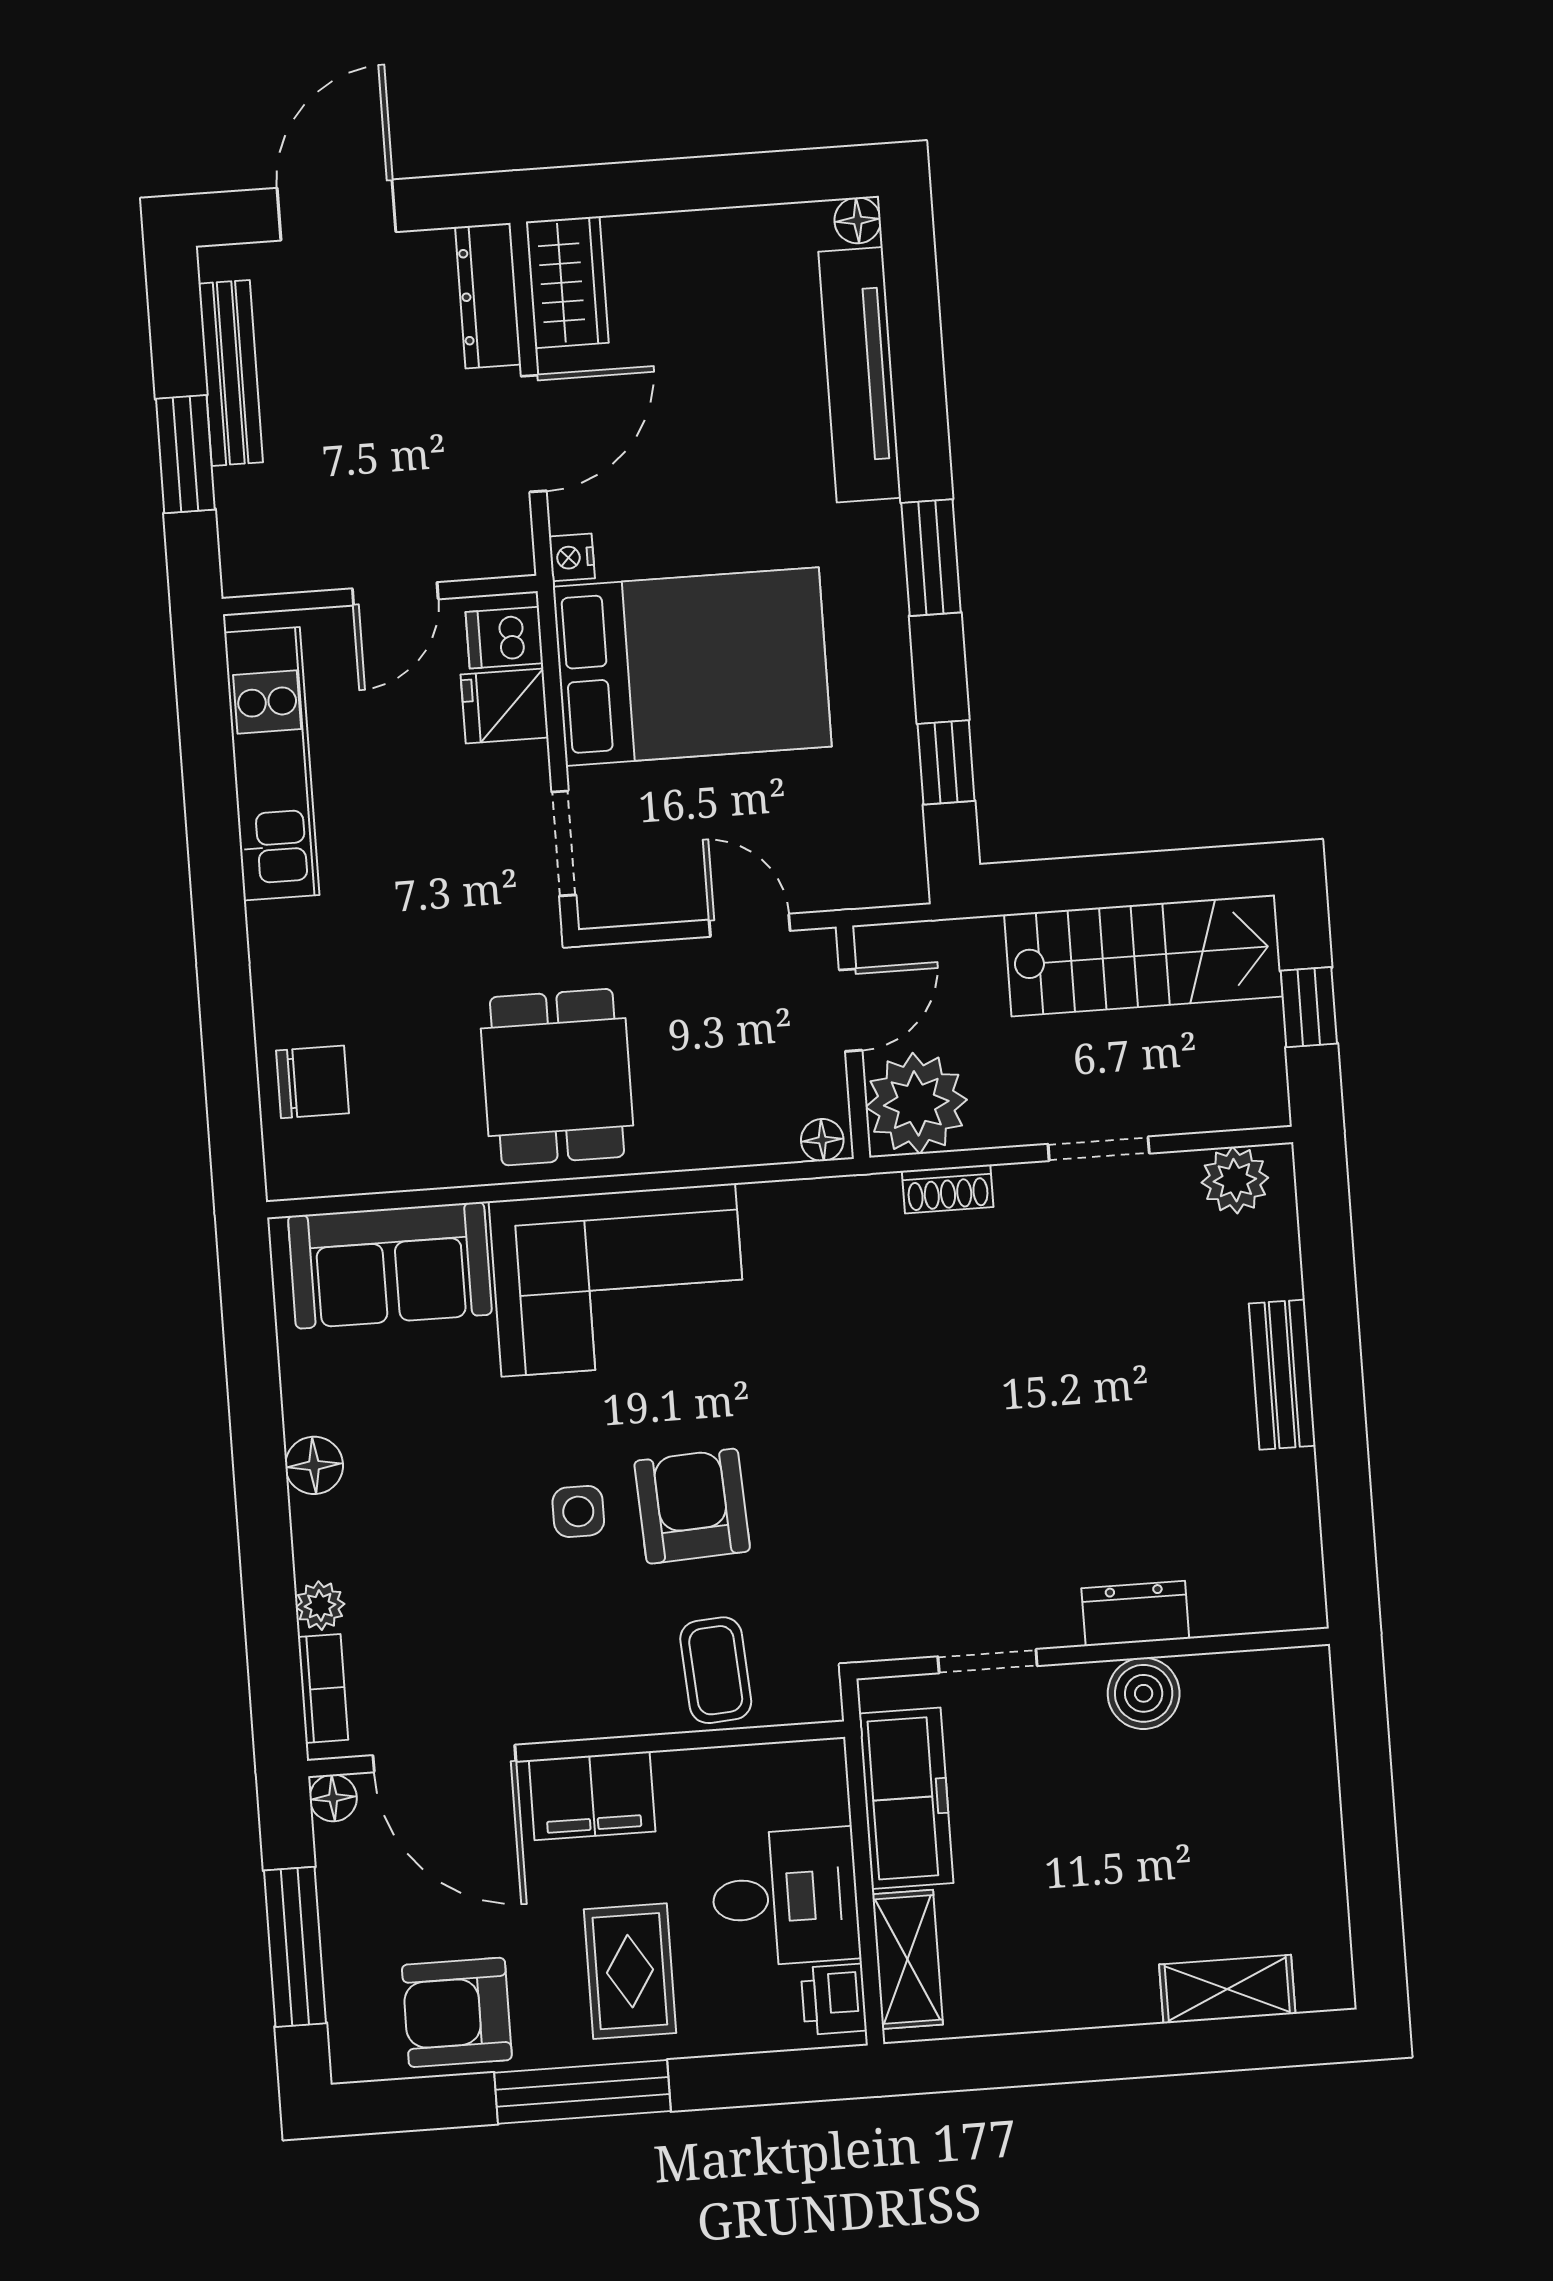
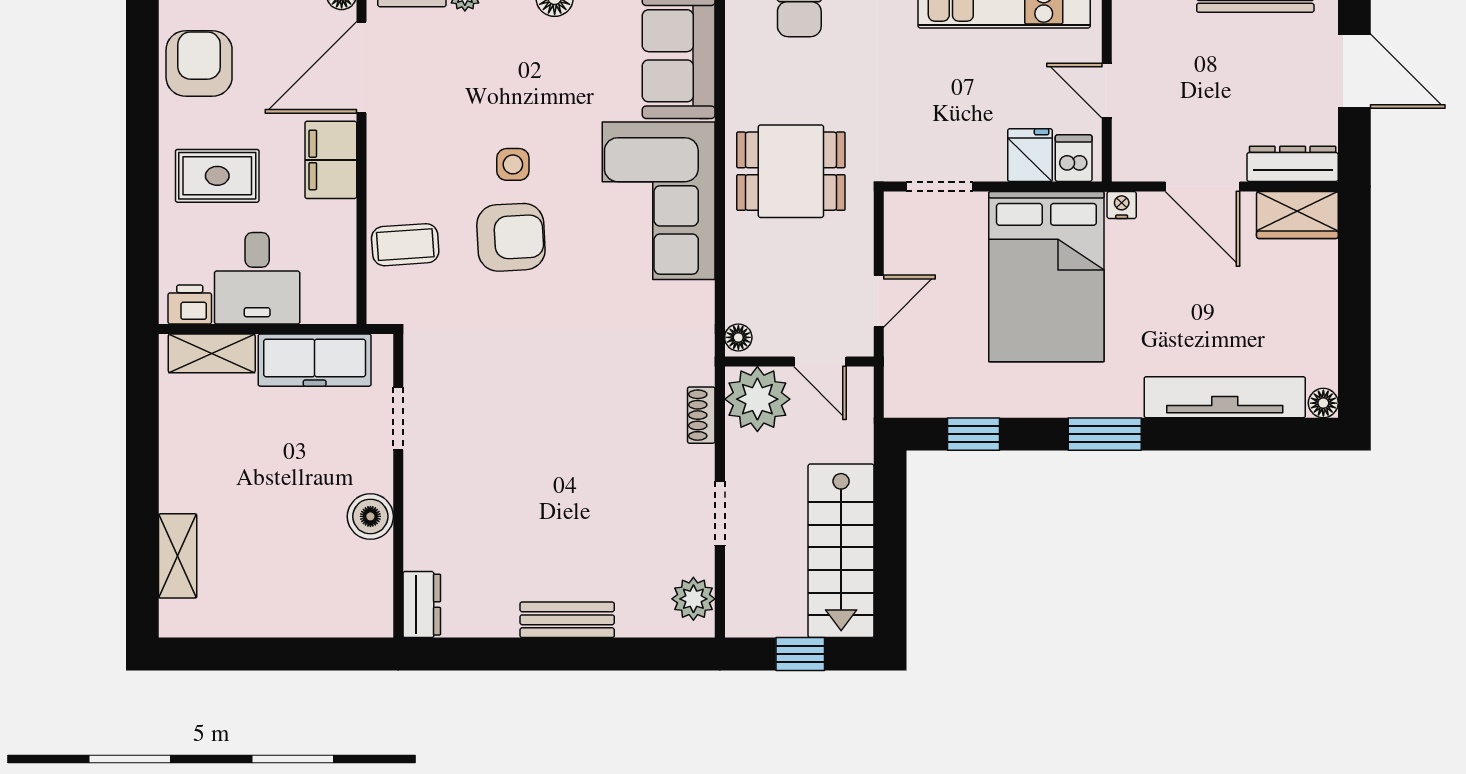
dresser: (1135, 1613) -> (422, 605), moved
window: (582, 2092) -> (142, 140), removed

